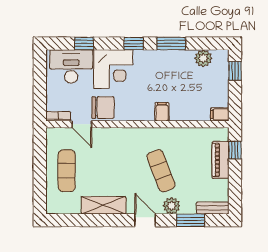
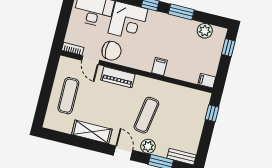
piano: (220, 160) -> (118, 77), moved, turned -90
exercise mat: (161, 171) -> (146, 115), turned 30

